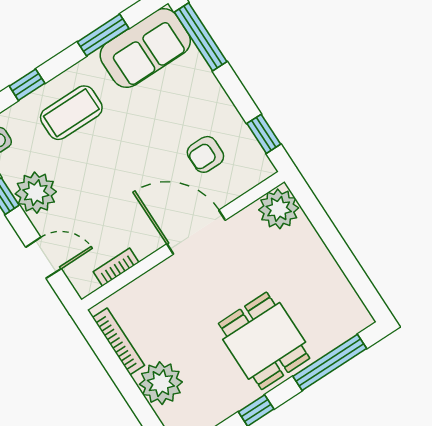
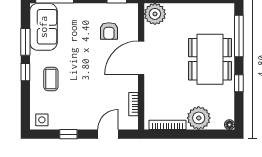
window: (27, 85) -> (25, 72), moved
coffee table: (71, 113) -> (51, 79), width x0.73, depth x0.77
plant: (36, 193) -> (76, 118), removed
dining table: (264, 341) -> (210, 59), width x1.37

